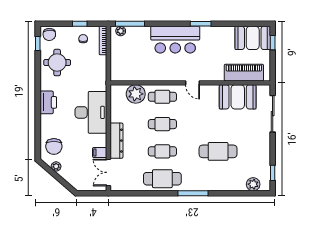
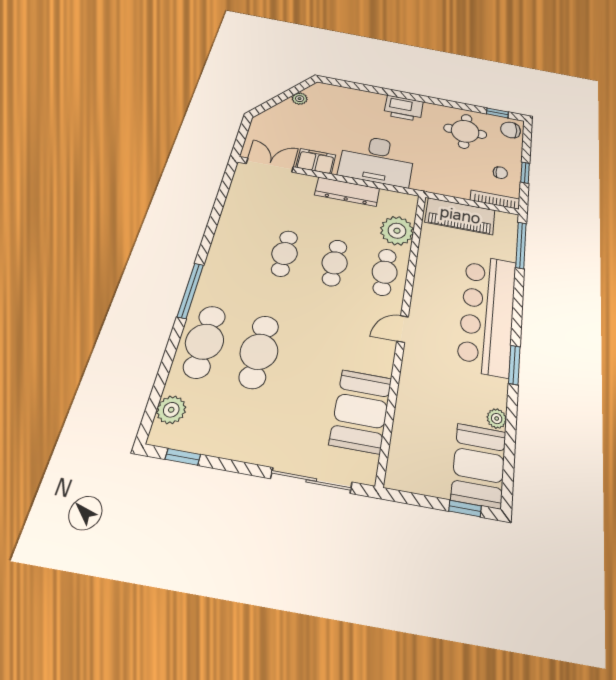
plant: (121, 31) -> (497, 419), moved
bar counter: (175, 40) -> (487, 313), width x1.36
piano: (244, 73) -> (460, 216), moved, turned 90
dresser: (116, 141) -> (347, 192), moved
chair: (54, 146) -> (332, 102), removed
filing cabinet: (100, 153) -> (316, 161), width x2.00
cafe table: (162, 179) -> (205, 342), moved

